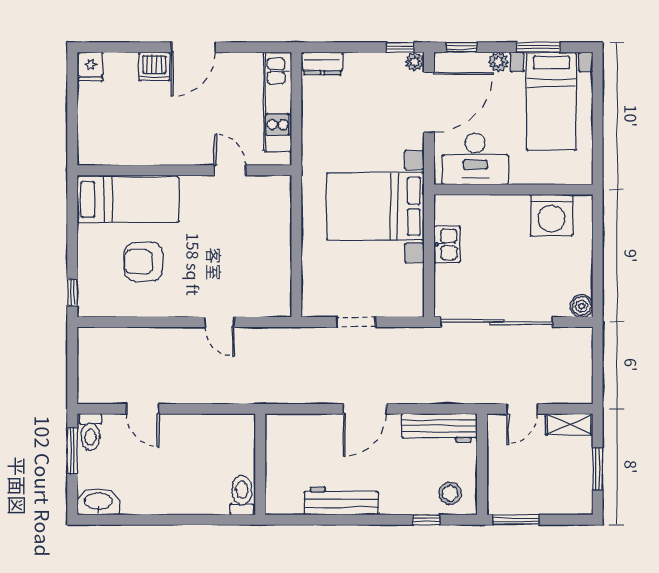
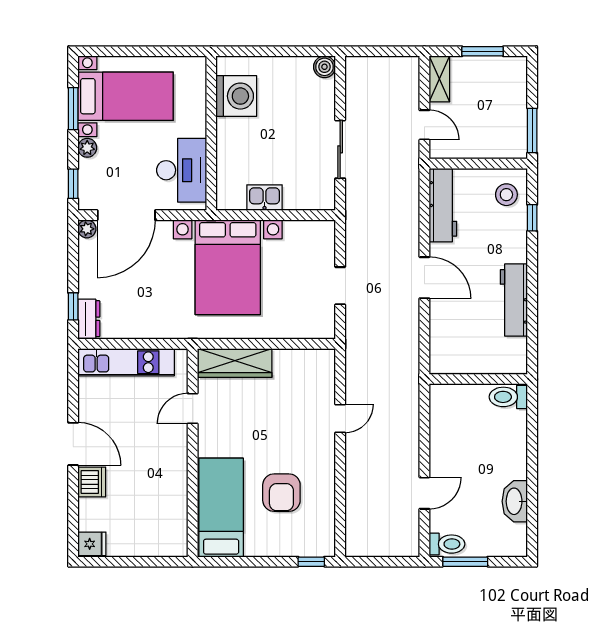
window: (400, 47) -> (73, 306), moved
door: (429, 102) -> (126, 215), swing flipped
wardrobe: (277, 214) -> (235, 363), added
sliding door: (497, 322) -> (340, 149), width x0.54
washbasin: (98, 502) -> (515, 501), moved

